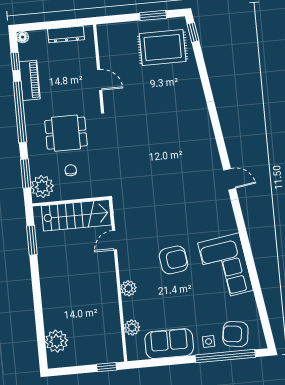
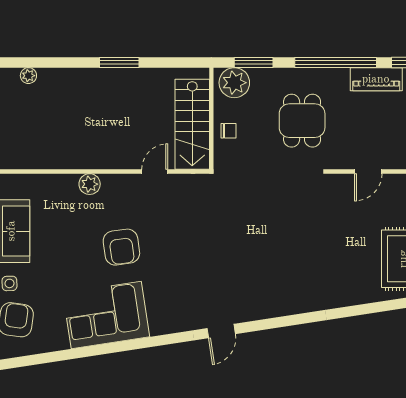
chair: (71, 170) -> (228, 131), moved
window: (32, 240) -> (119, 62), moved
door: (114, 240) -> (155, 172), hinge flipped
plant: (132, 328) -> (37, 184), removed
plant: (56, 341) -> (28, 76), width x0.53, depth x0.53

